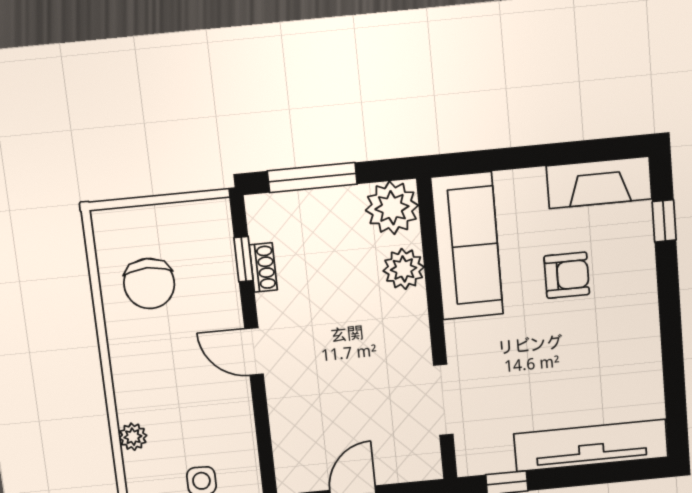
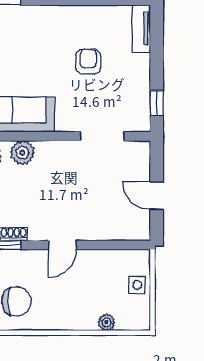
armchair: (567, 275) -> (88, 62), moved
tv unit: (591, 445) -> (141, 29), width x0.52, depth x0.78

